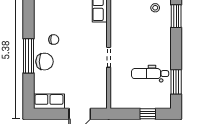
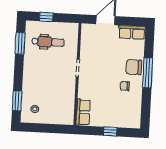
dental chair: (150, 74) -> (48, 42), moved

